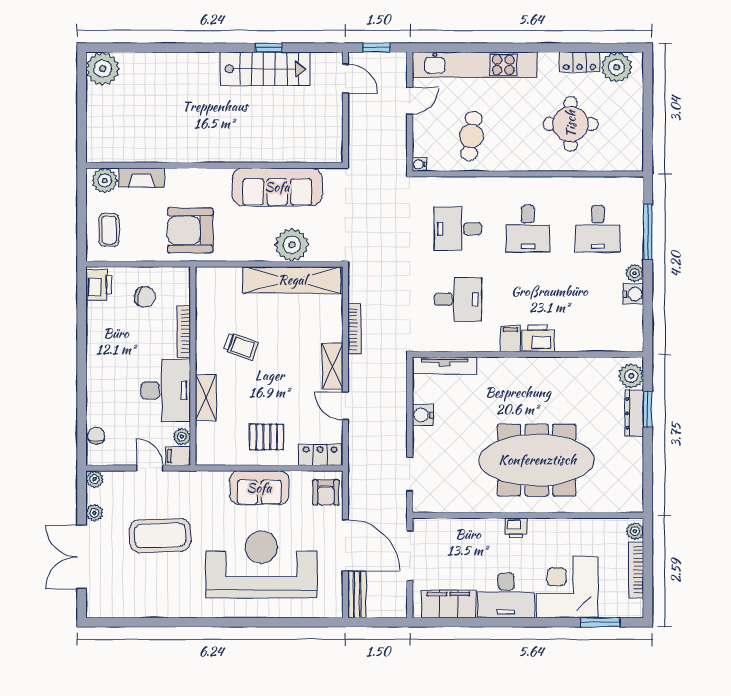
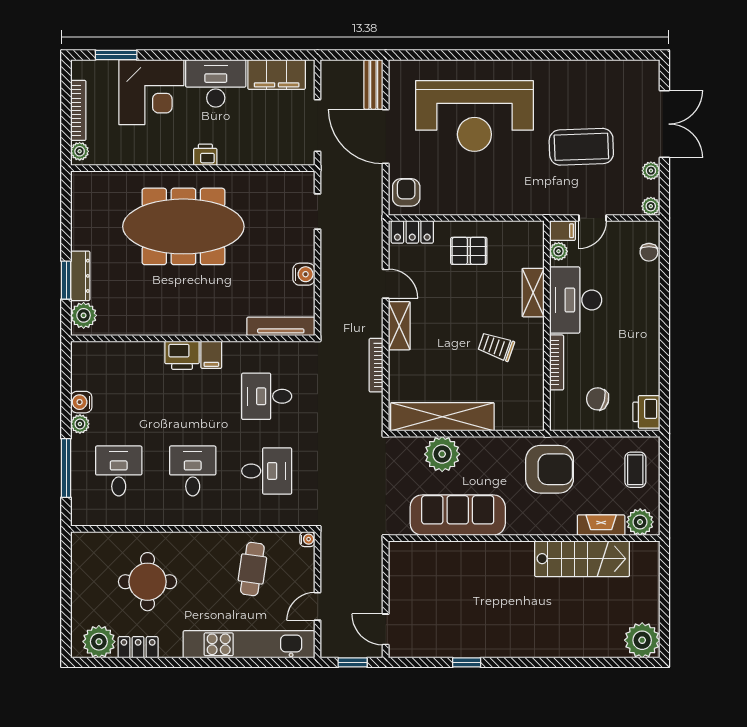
stairs: (265, 69) -> (582, 559), moved, turned 180
door: (150, 468) -> (592, 218), hinge flipped
sofa: (259, 488) -> (477, 197), removed

